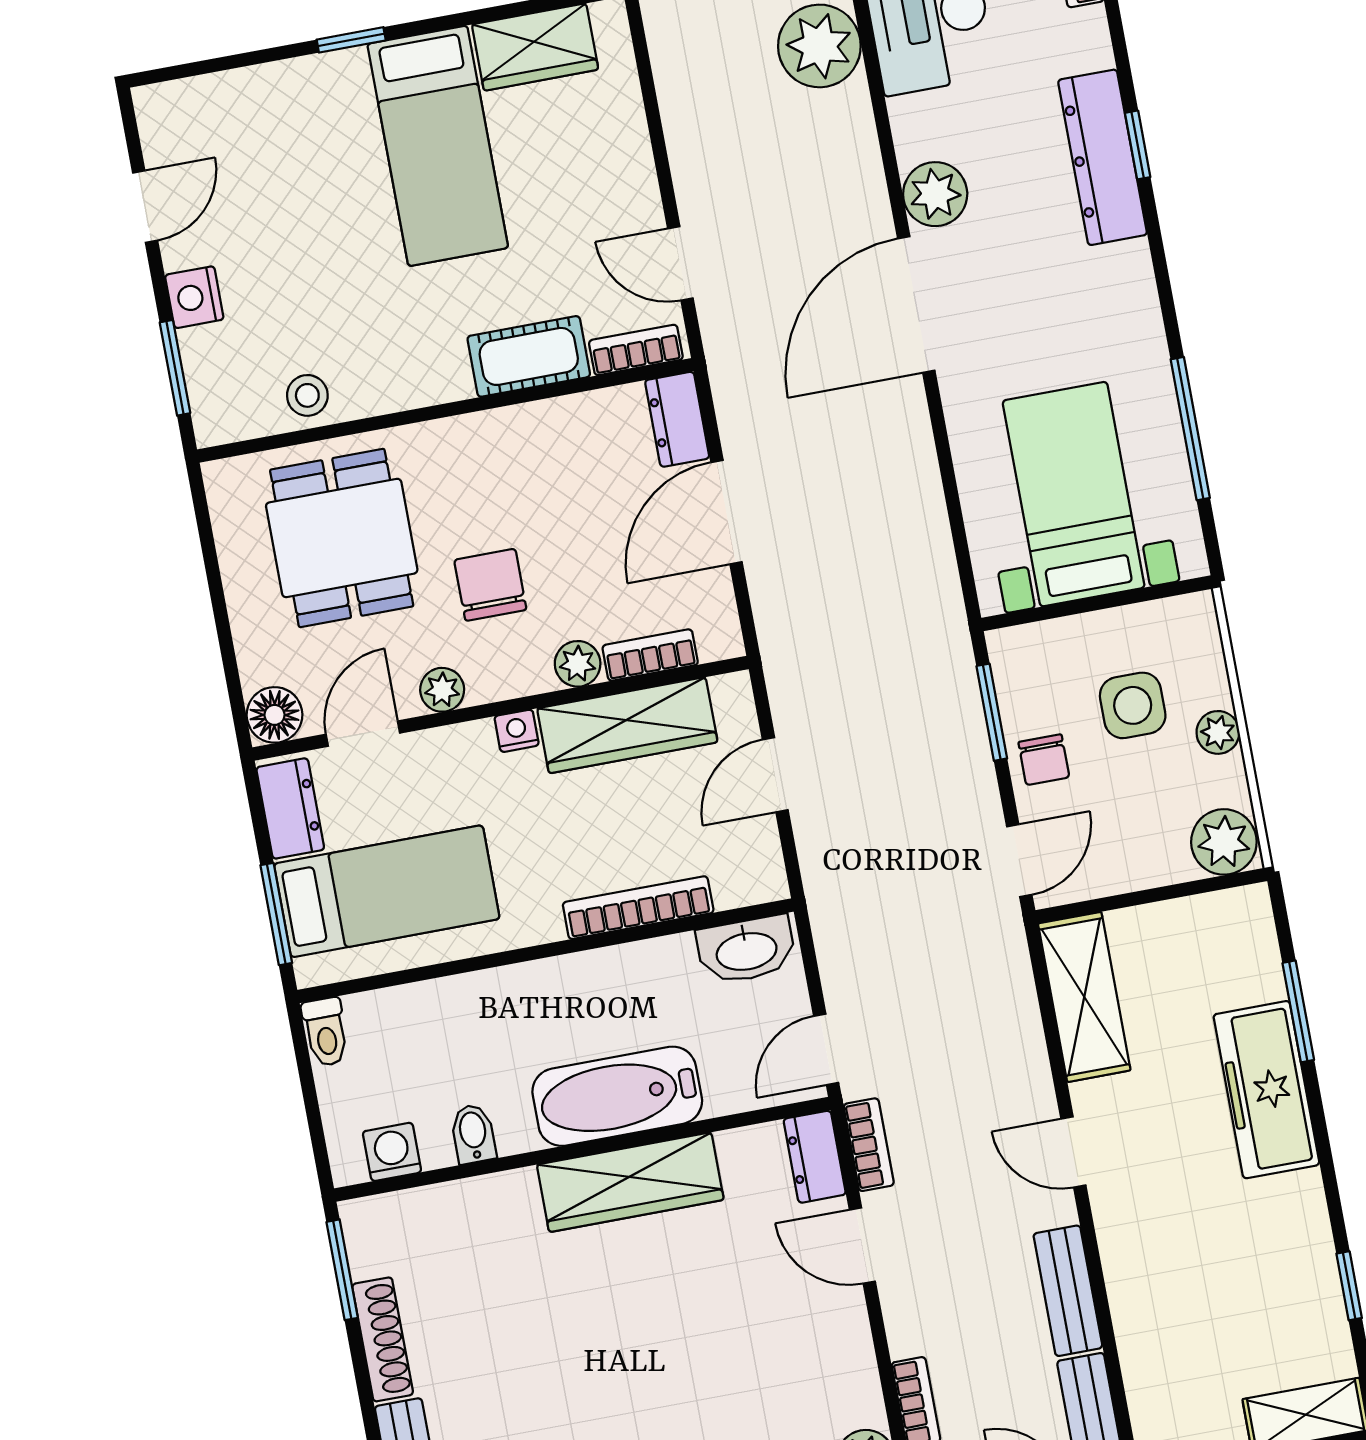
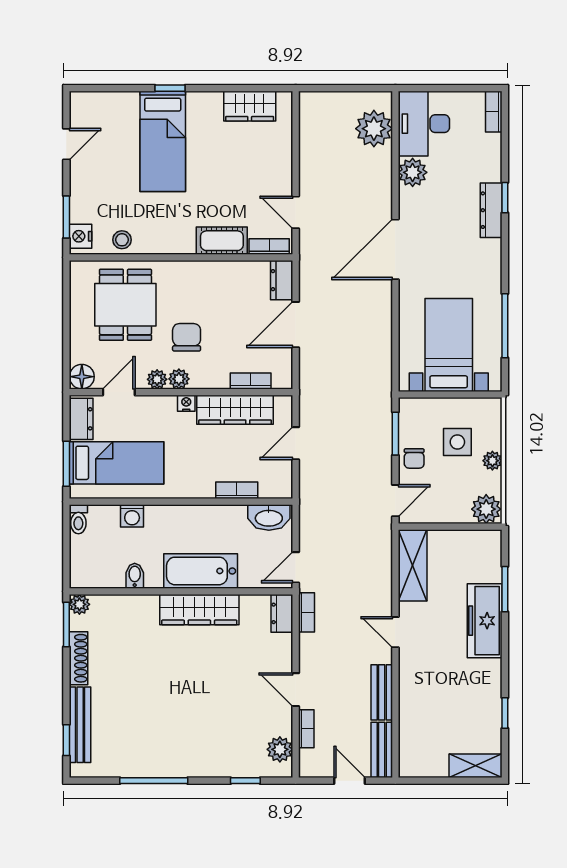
bed: (438, 146) -> (163, 141), moved
dresser: (1103, 157) -> (491, 210), width x0.73, depth x0.80
plant: (935, 194) -> (413, 172), moved
nightstand: (194, 297) -> (81, 236), moved
plant: (578, 664) -> (179, 379), moved
bookcase: (638, 908) -> (237, 490), width x0.64
washing machine: (392, 1152) -> (132, 516), moved, turned 180
plant: (363, 1220) -> (79, 604), added
door: (862, 1246) -> (296, 690), moved

